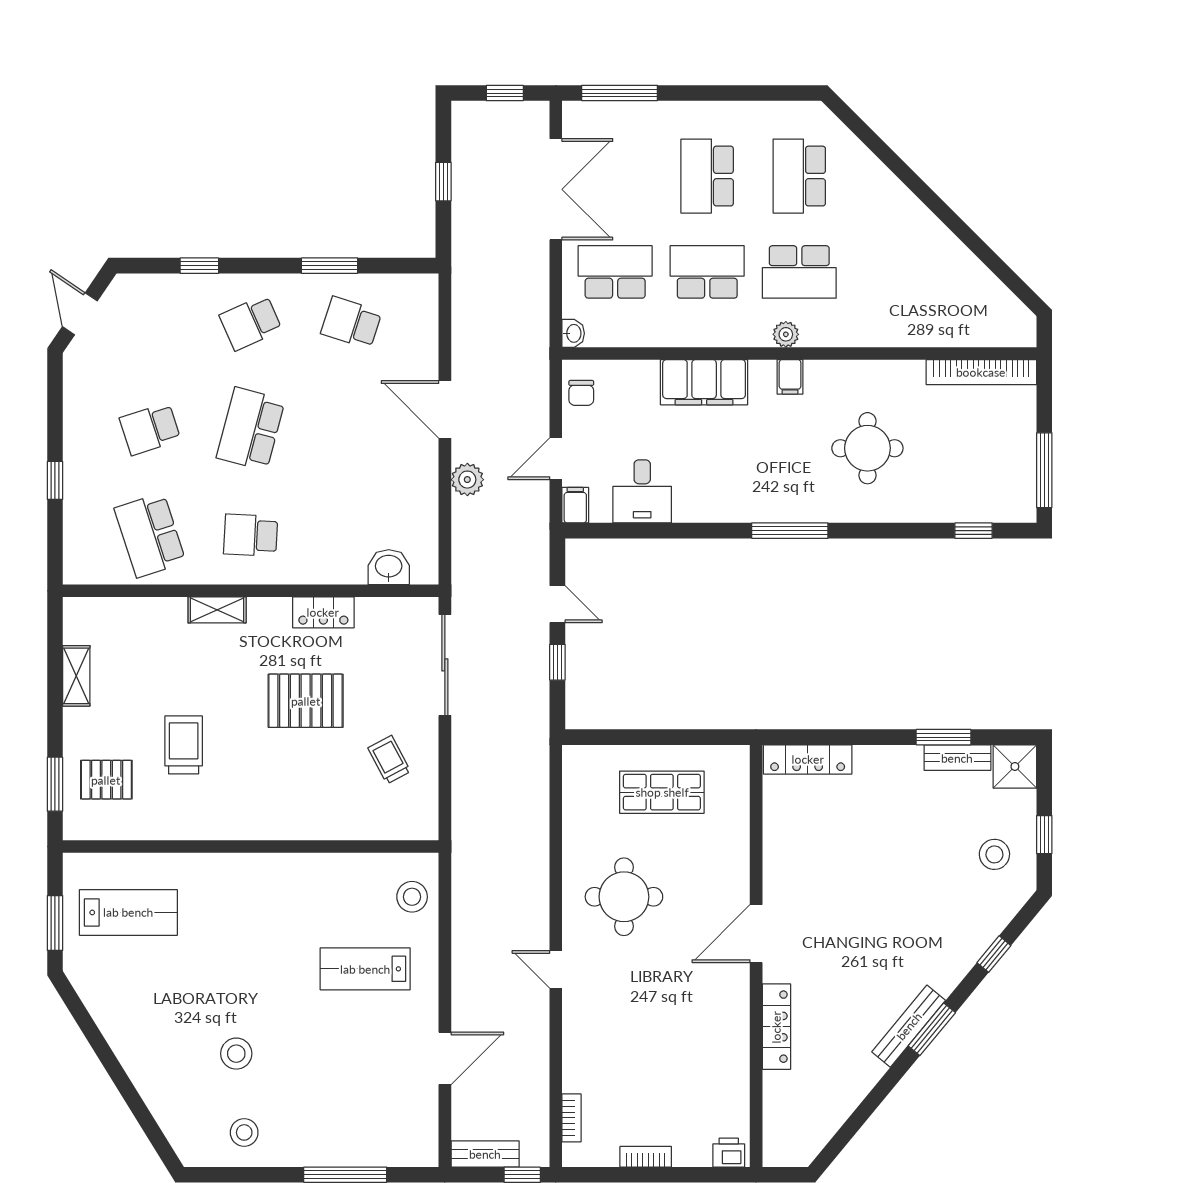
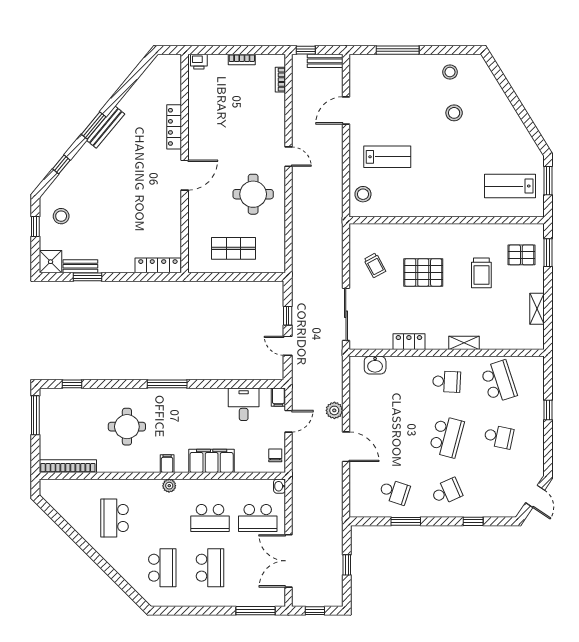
school desk: (799, 272) -> (115, 518), moved, turned -90
school desk: (150, 429) -> (499, 437), turned 30
pallet: (306, 701) -> (423, 272), moved

